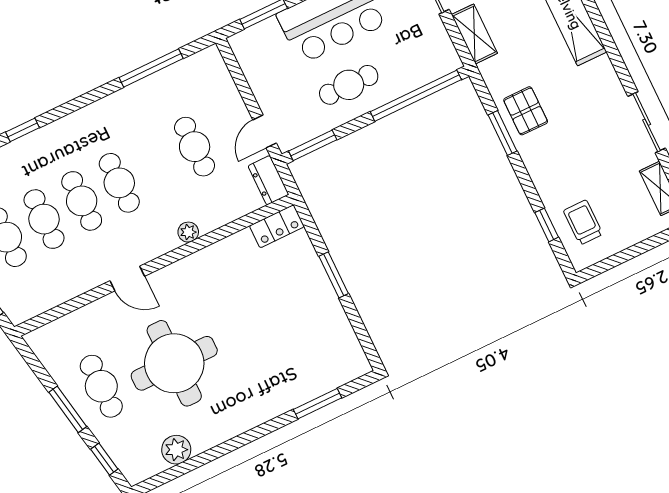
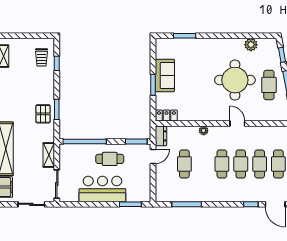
sofa: (319, 305) -> (165, 75), added

